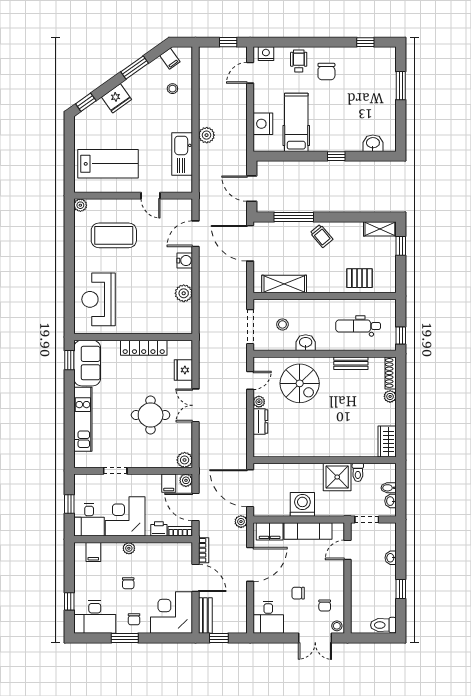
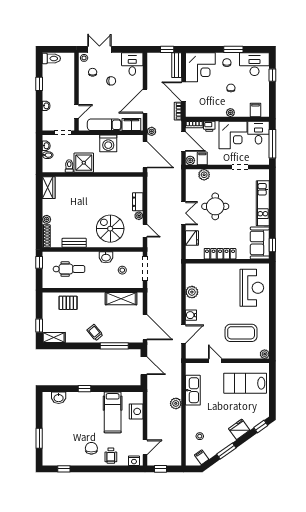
door: (250, 380) -> (145, 231), swing flipped
plant: (185, 460) -> (204, 175), moved
window: (69, 504) -> (272, 144), width x2.17

